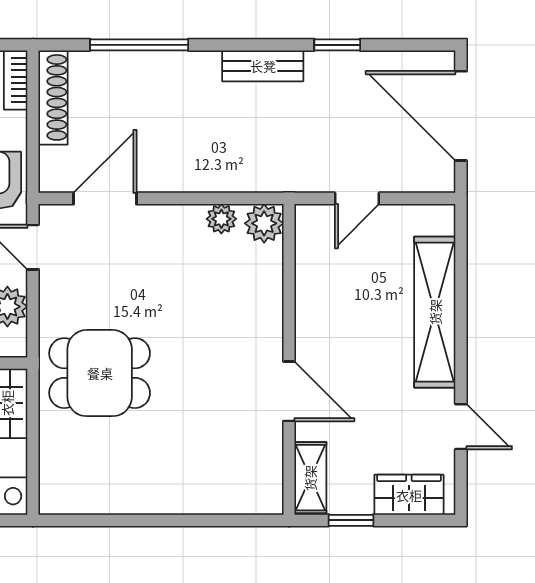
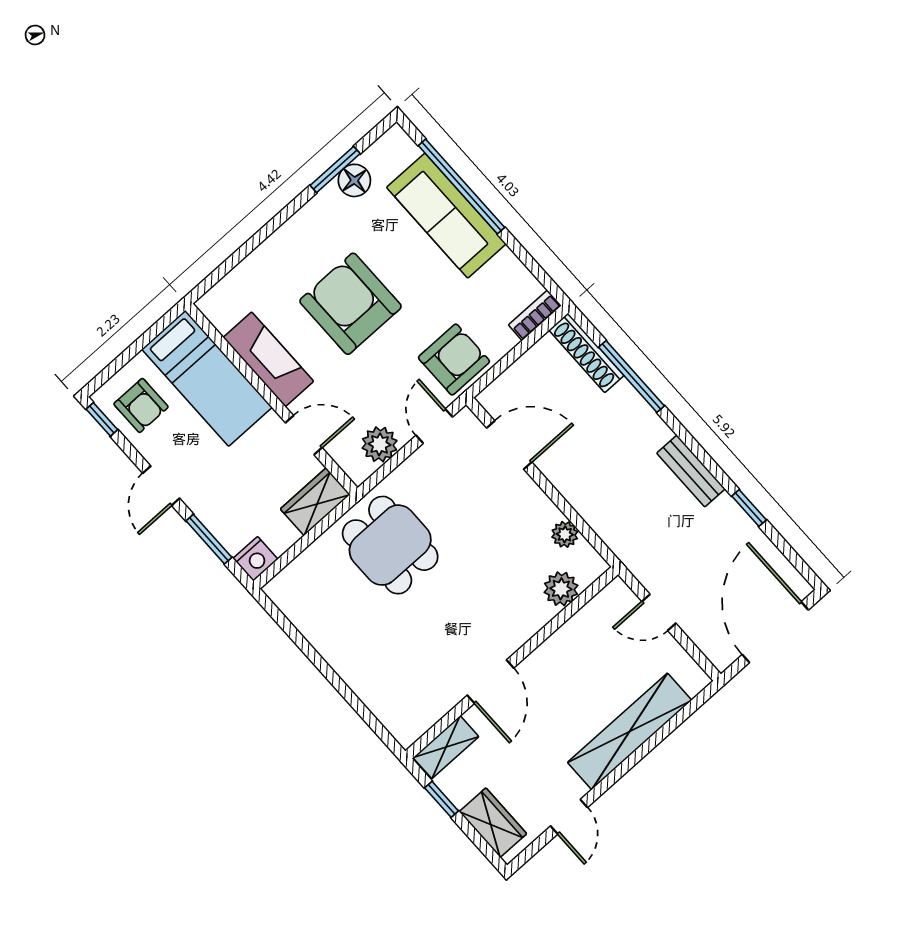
shoe rack: (53, 97) -> (586, 353), moved, turned 90
plant: (264, 223) -> (561, 589), moved

